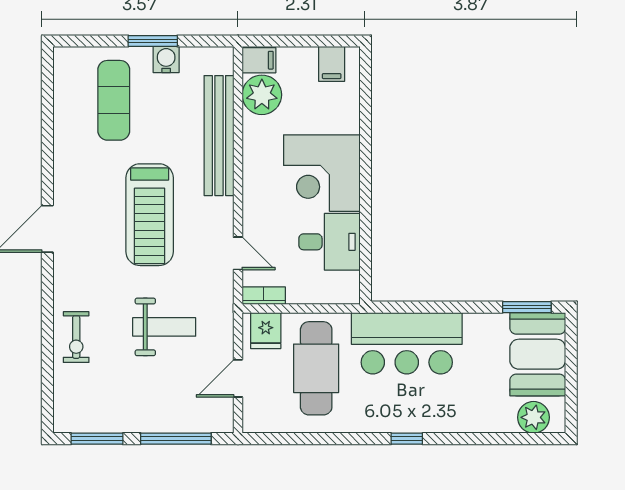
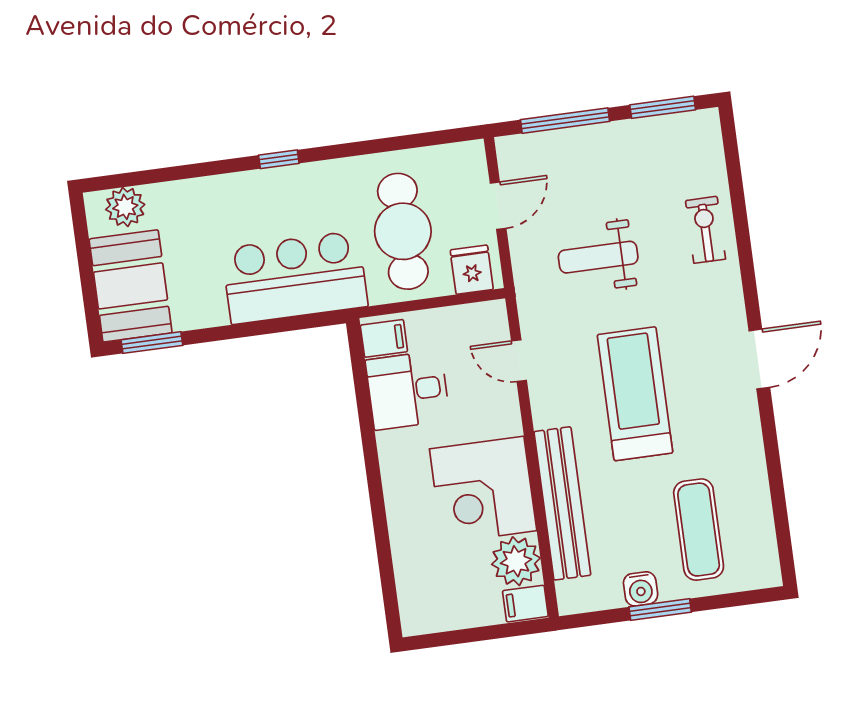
filing cabinet: (332, 64) -> (384, 338), moved, turned 90
corner desk: (322, 173) -> (483, 490), moved, turned 180
bookcase: (264, 296) -> (480, 313), removed

